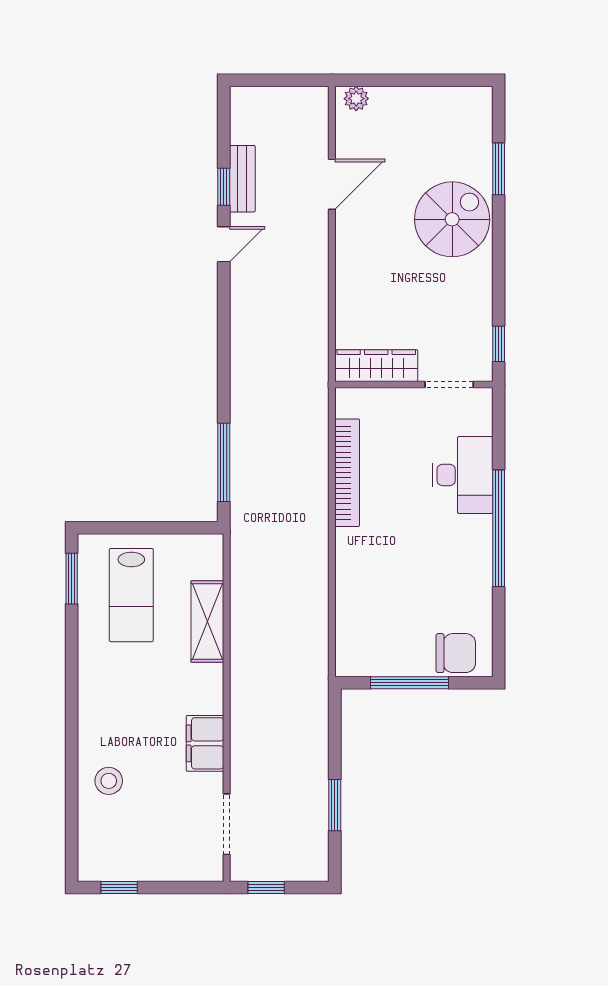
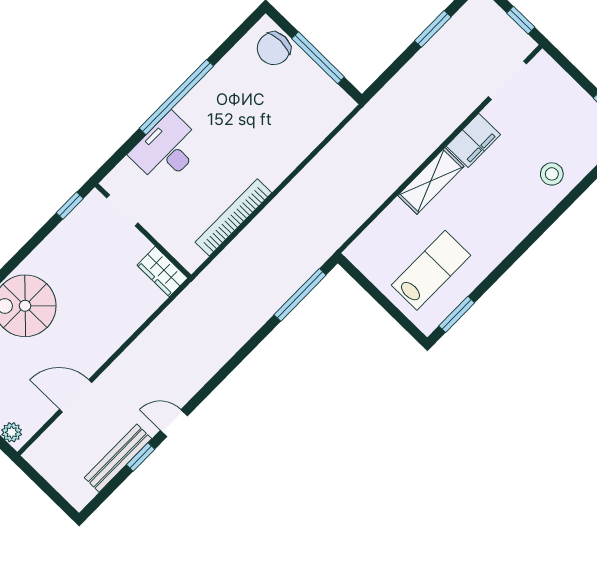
bench: (242, 179) -> (118, 458), width x1.36
wardrobe: (376, 366) -> (162, 272), width x0.67
shelving: (207, 621) -> (431, 181), moved
chair: (456, 653) -> (274, 48), turned -90

